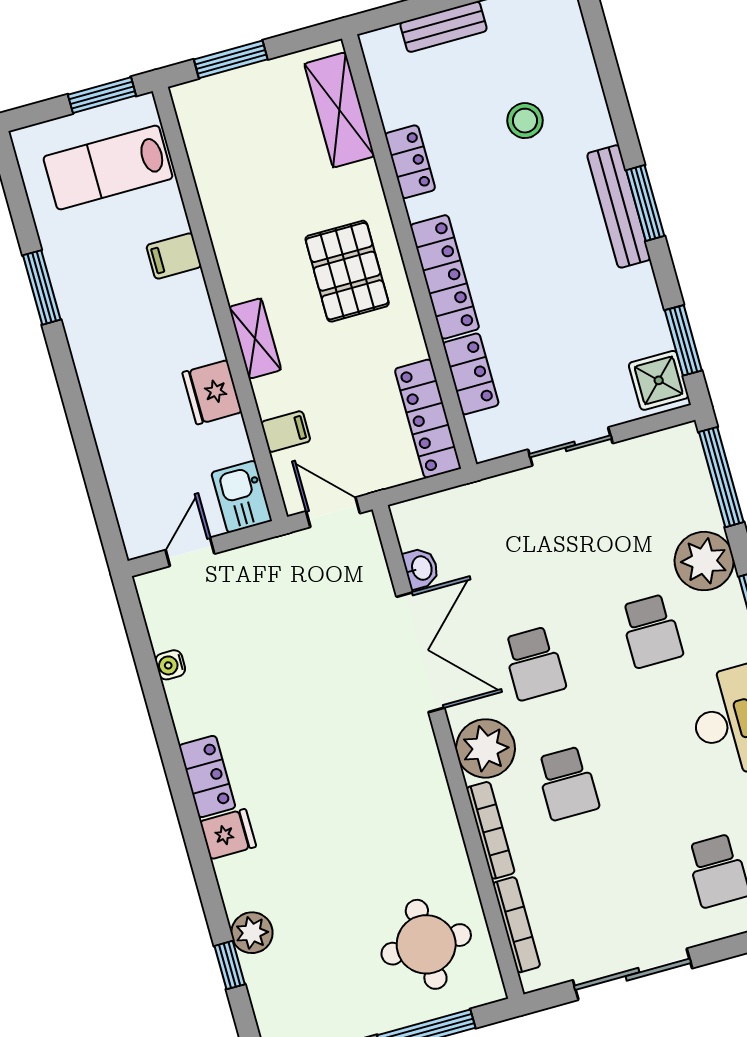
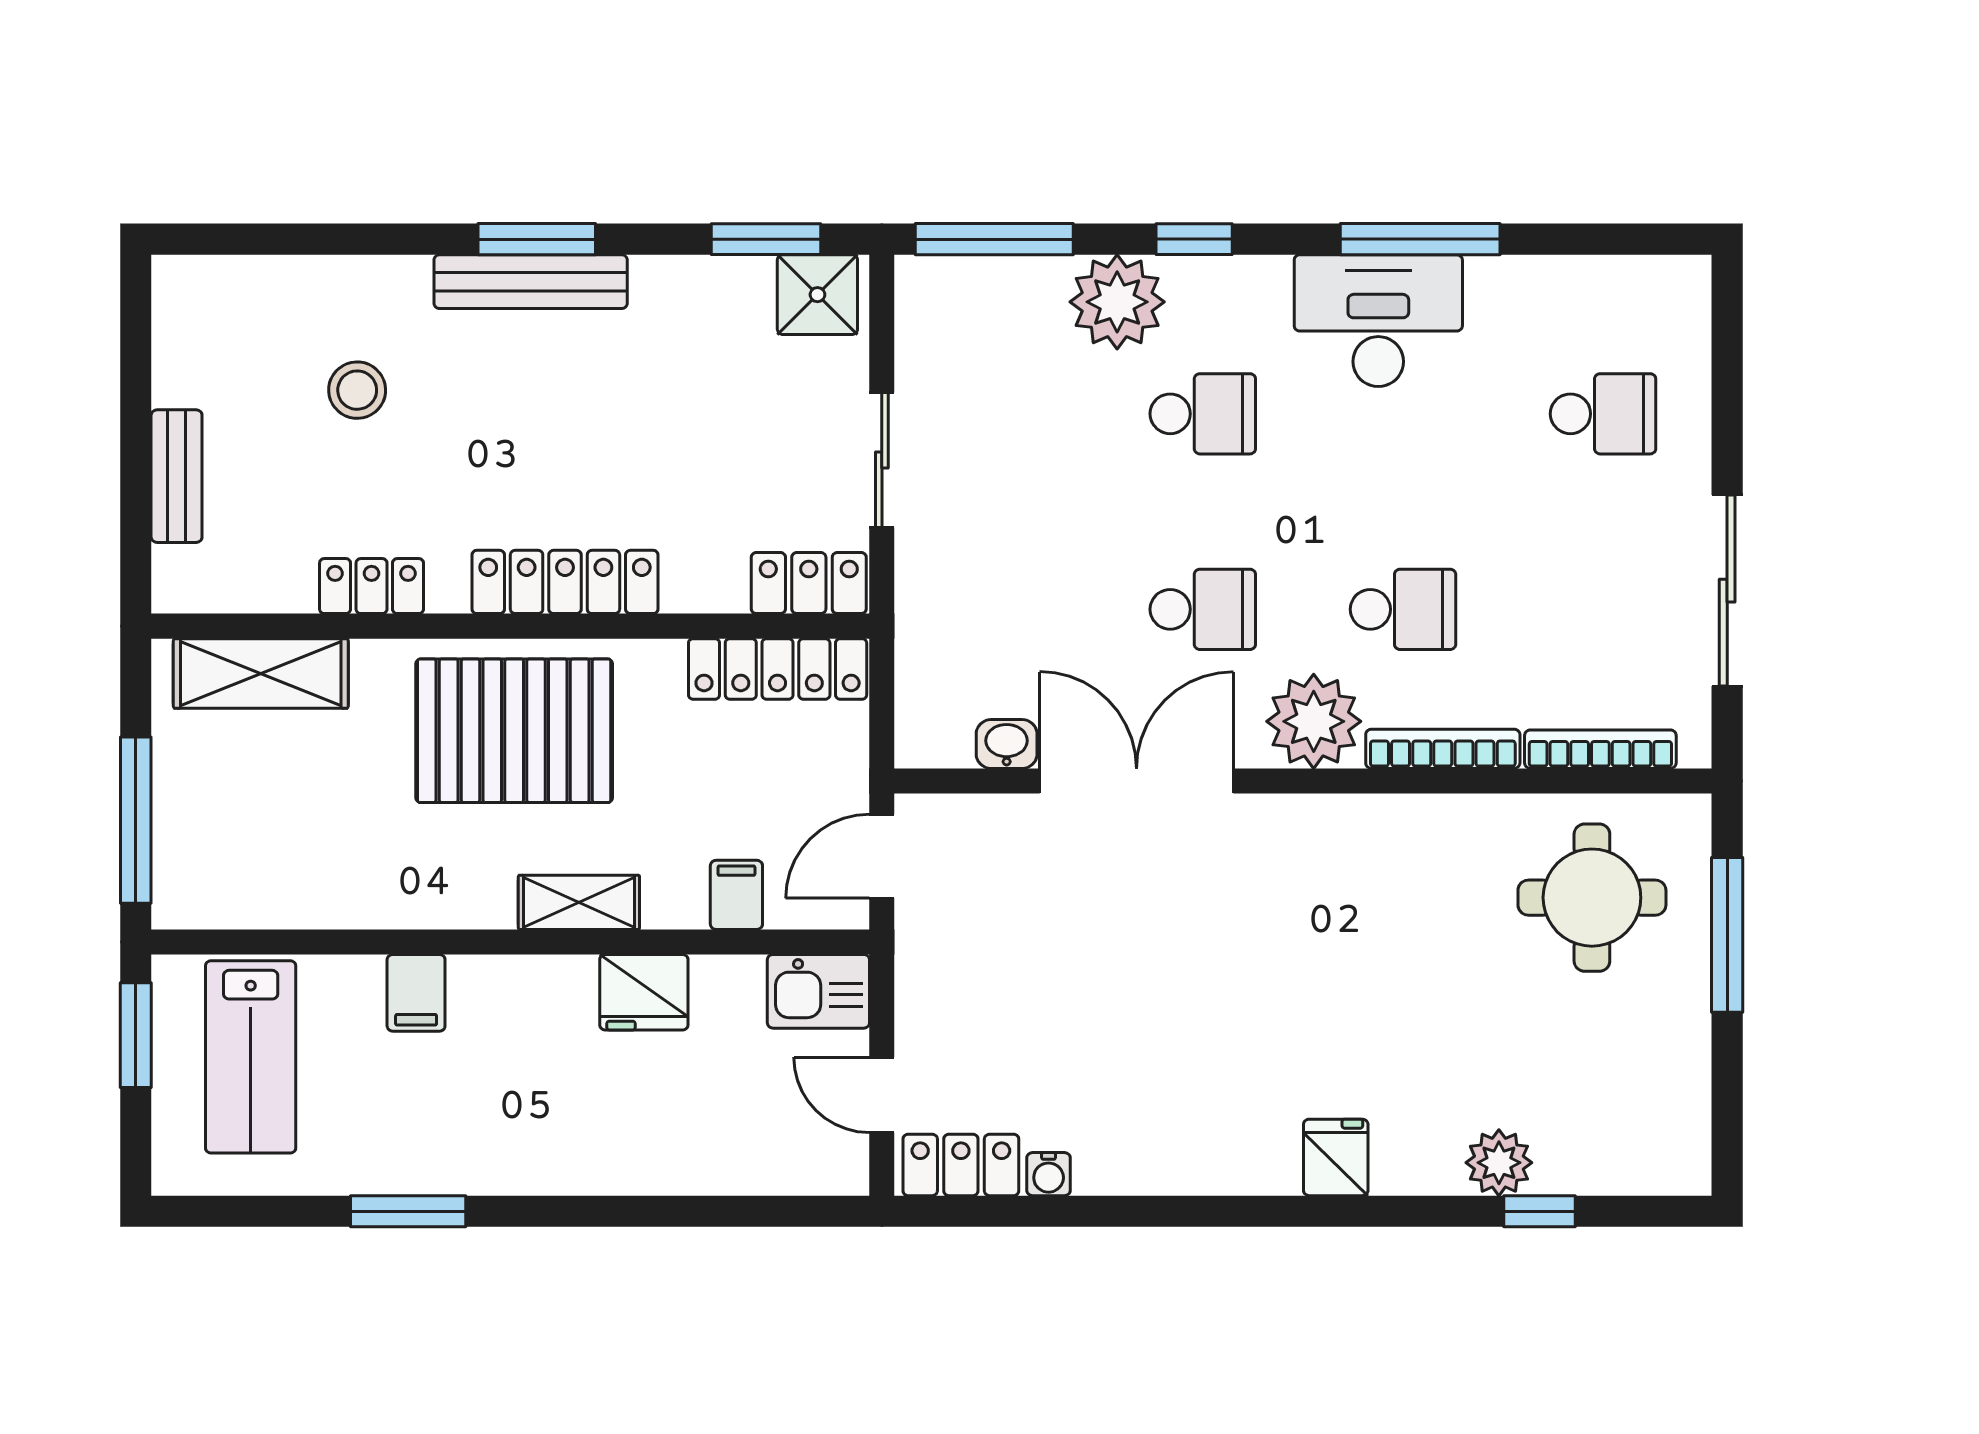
window: (231, 59) -> (136, 820), width x1.44
pallet: (347, 271) -> (514, 731), width x1.37, depth x1.41
locker: (471, 374) -> (809, 583), moved
locker: (207, 776) -> (961, 1165), moved

